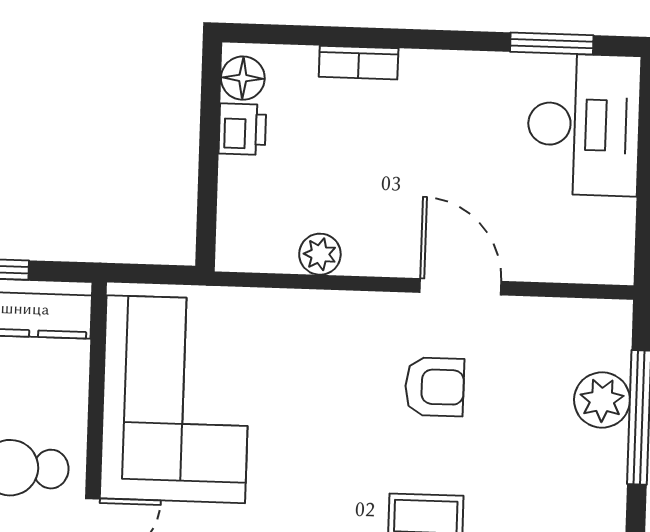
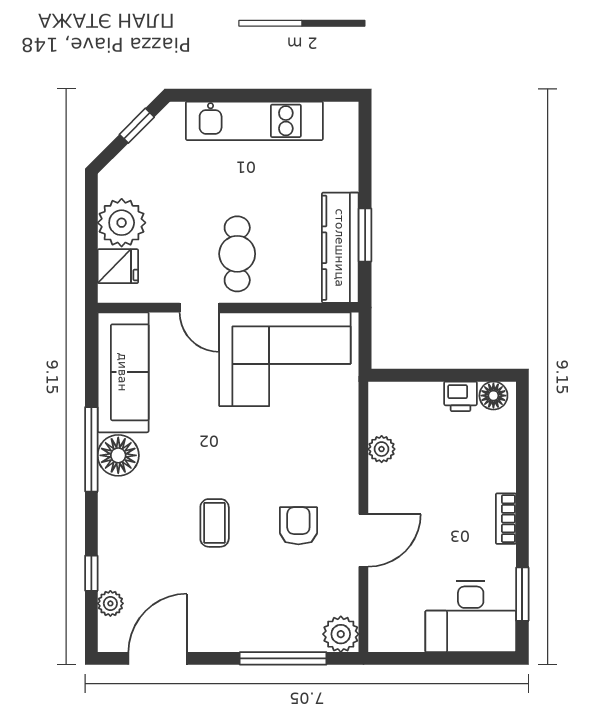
bookcase: (359, 63) -> (506, 519), moved
armchair: (435, 387) -> (298, 526), turned 180
plant: (602, 400) -> (341, 634), moved

